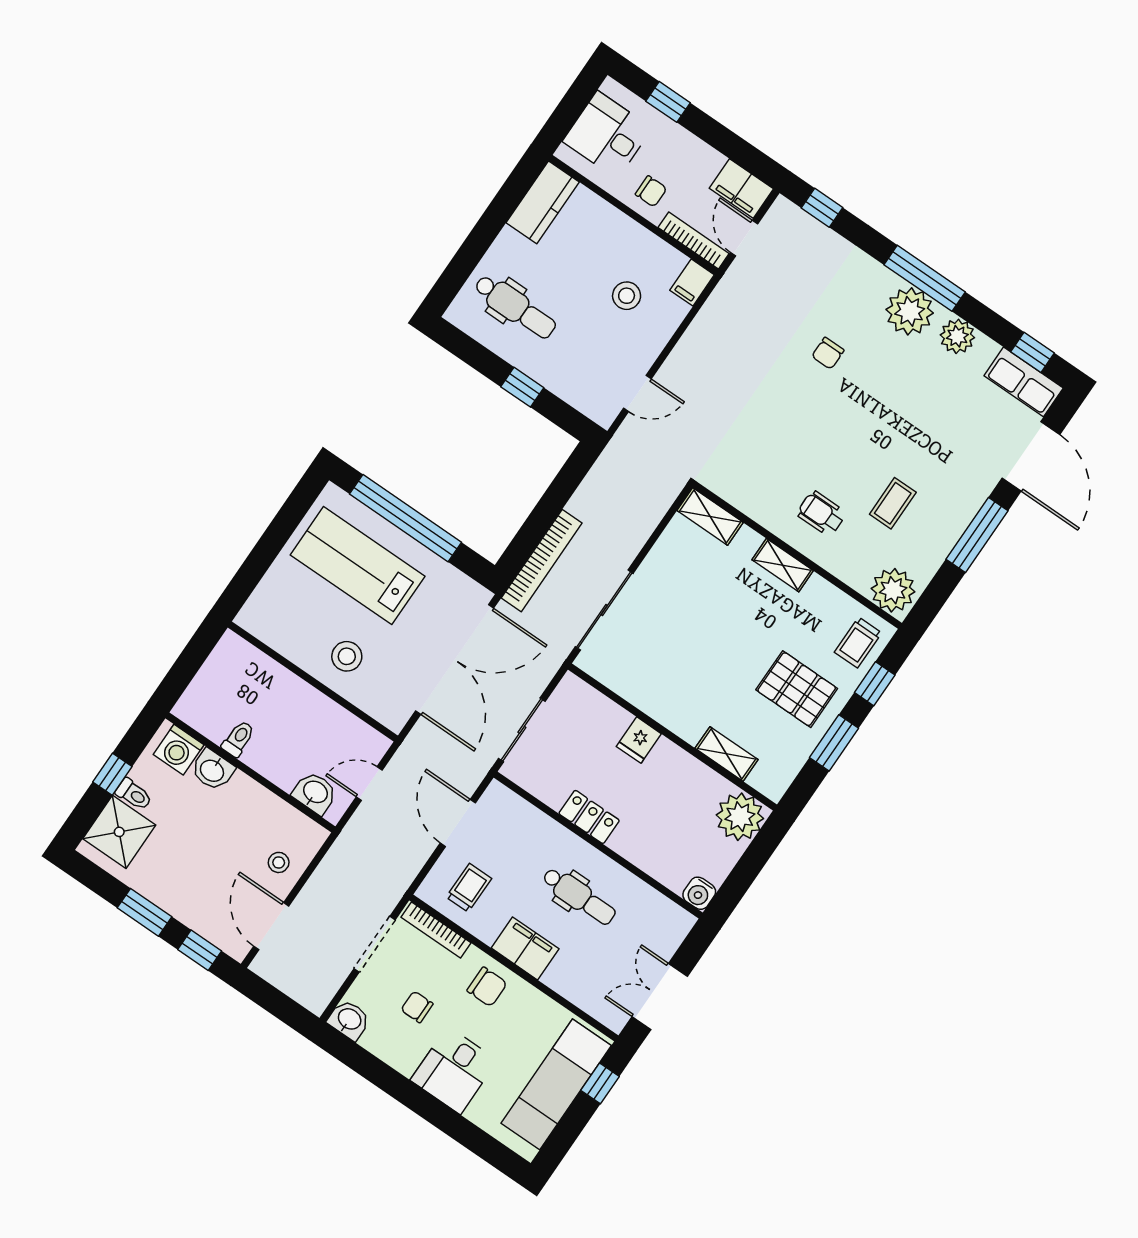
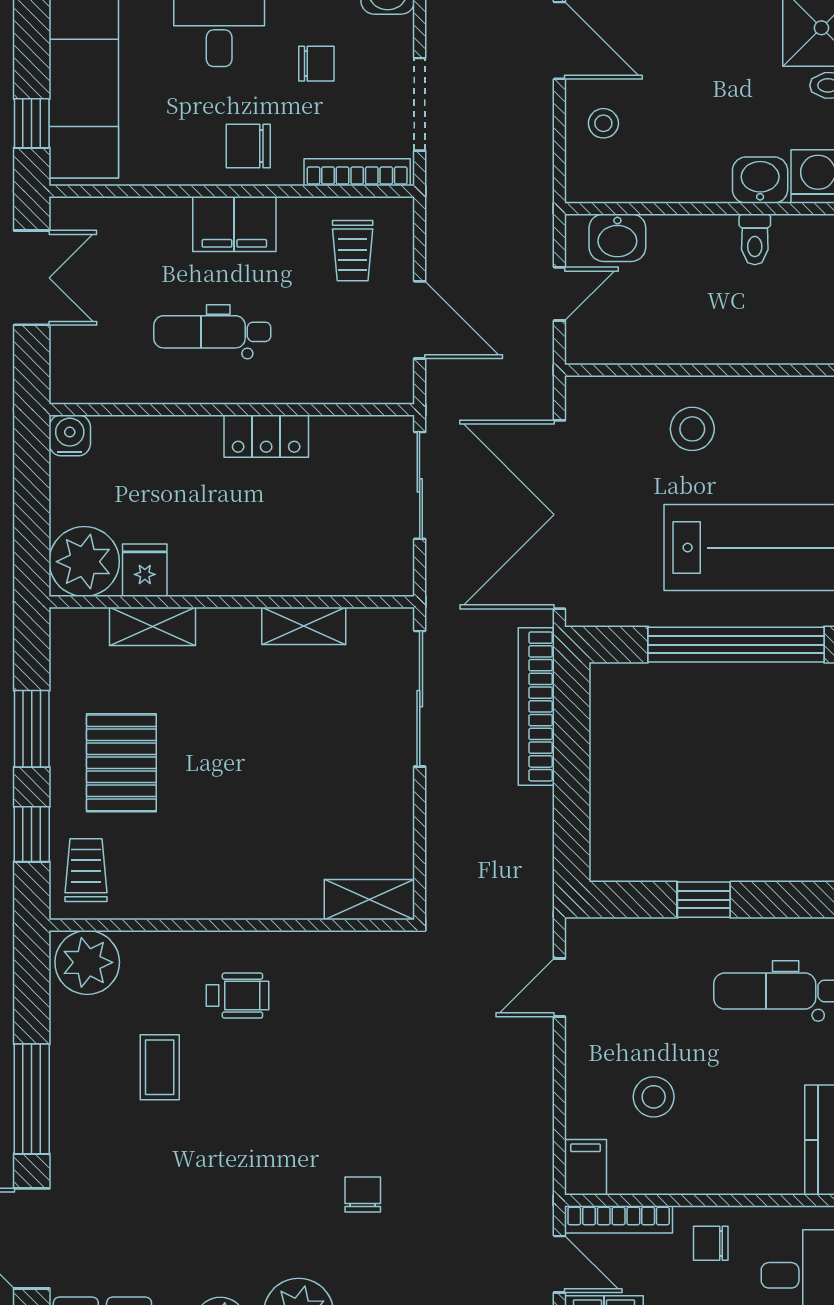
shelving: (783, 565) -> (304, 626), moved
pallet: (797, 689) -> (121, 763), turned 90
fridge: (639, 740) -> (145, 570), moved

